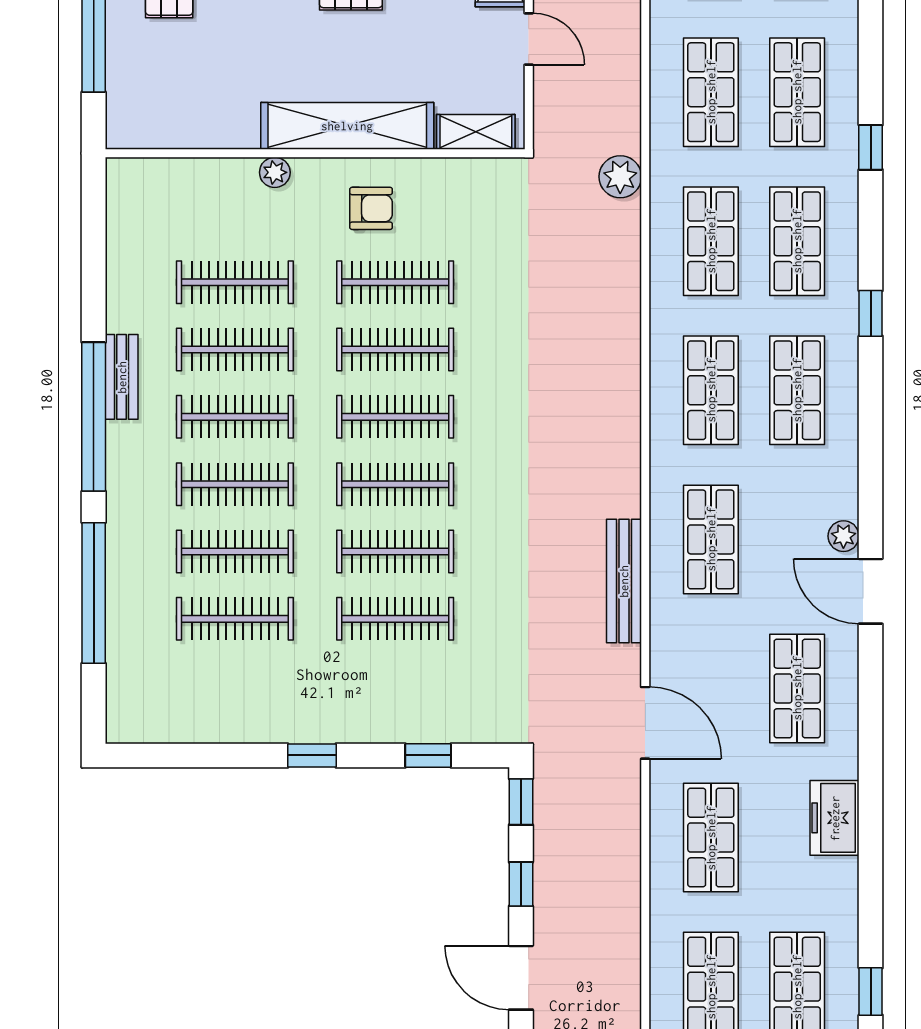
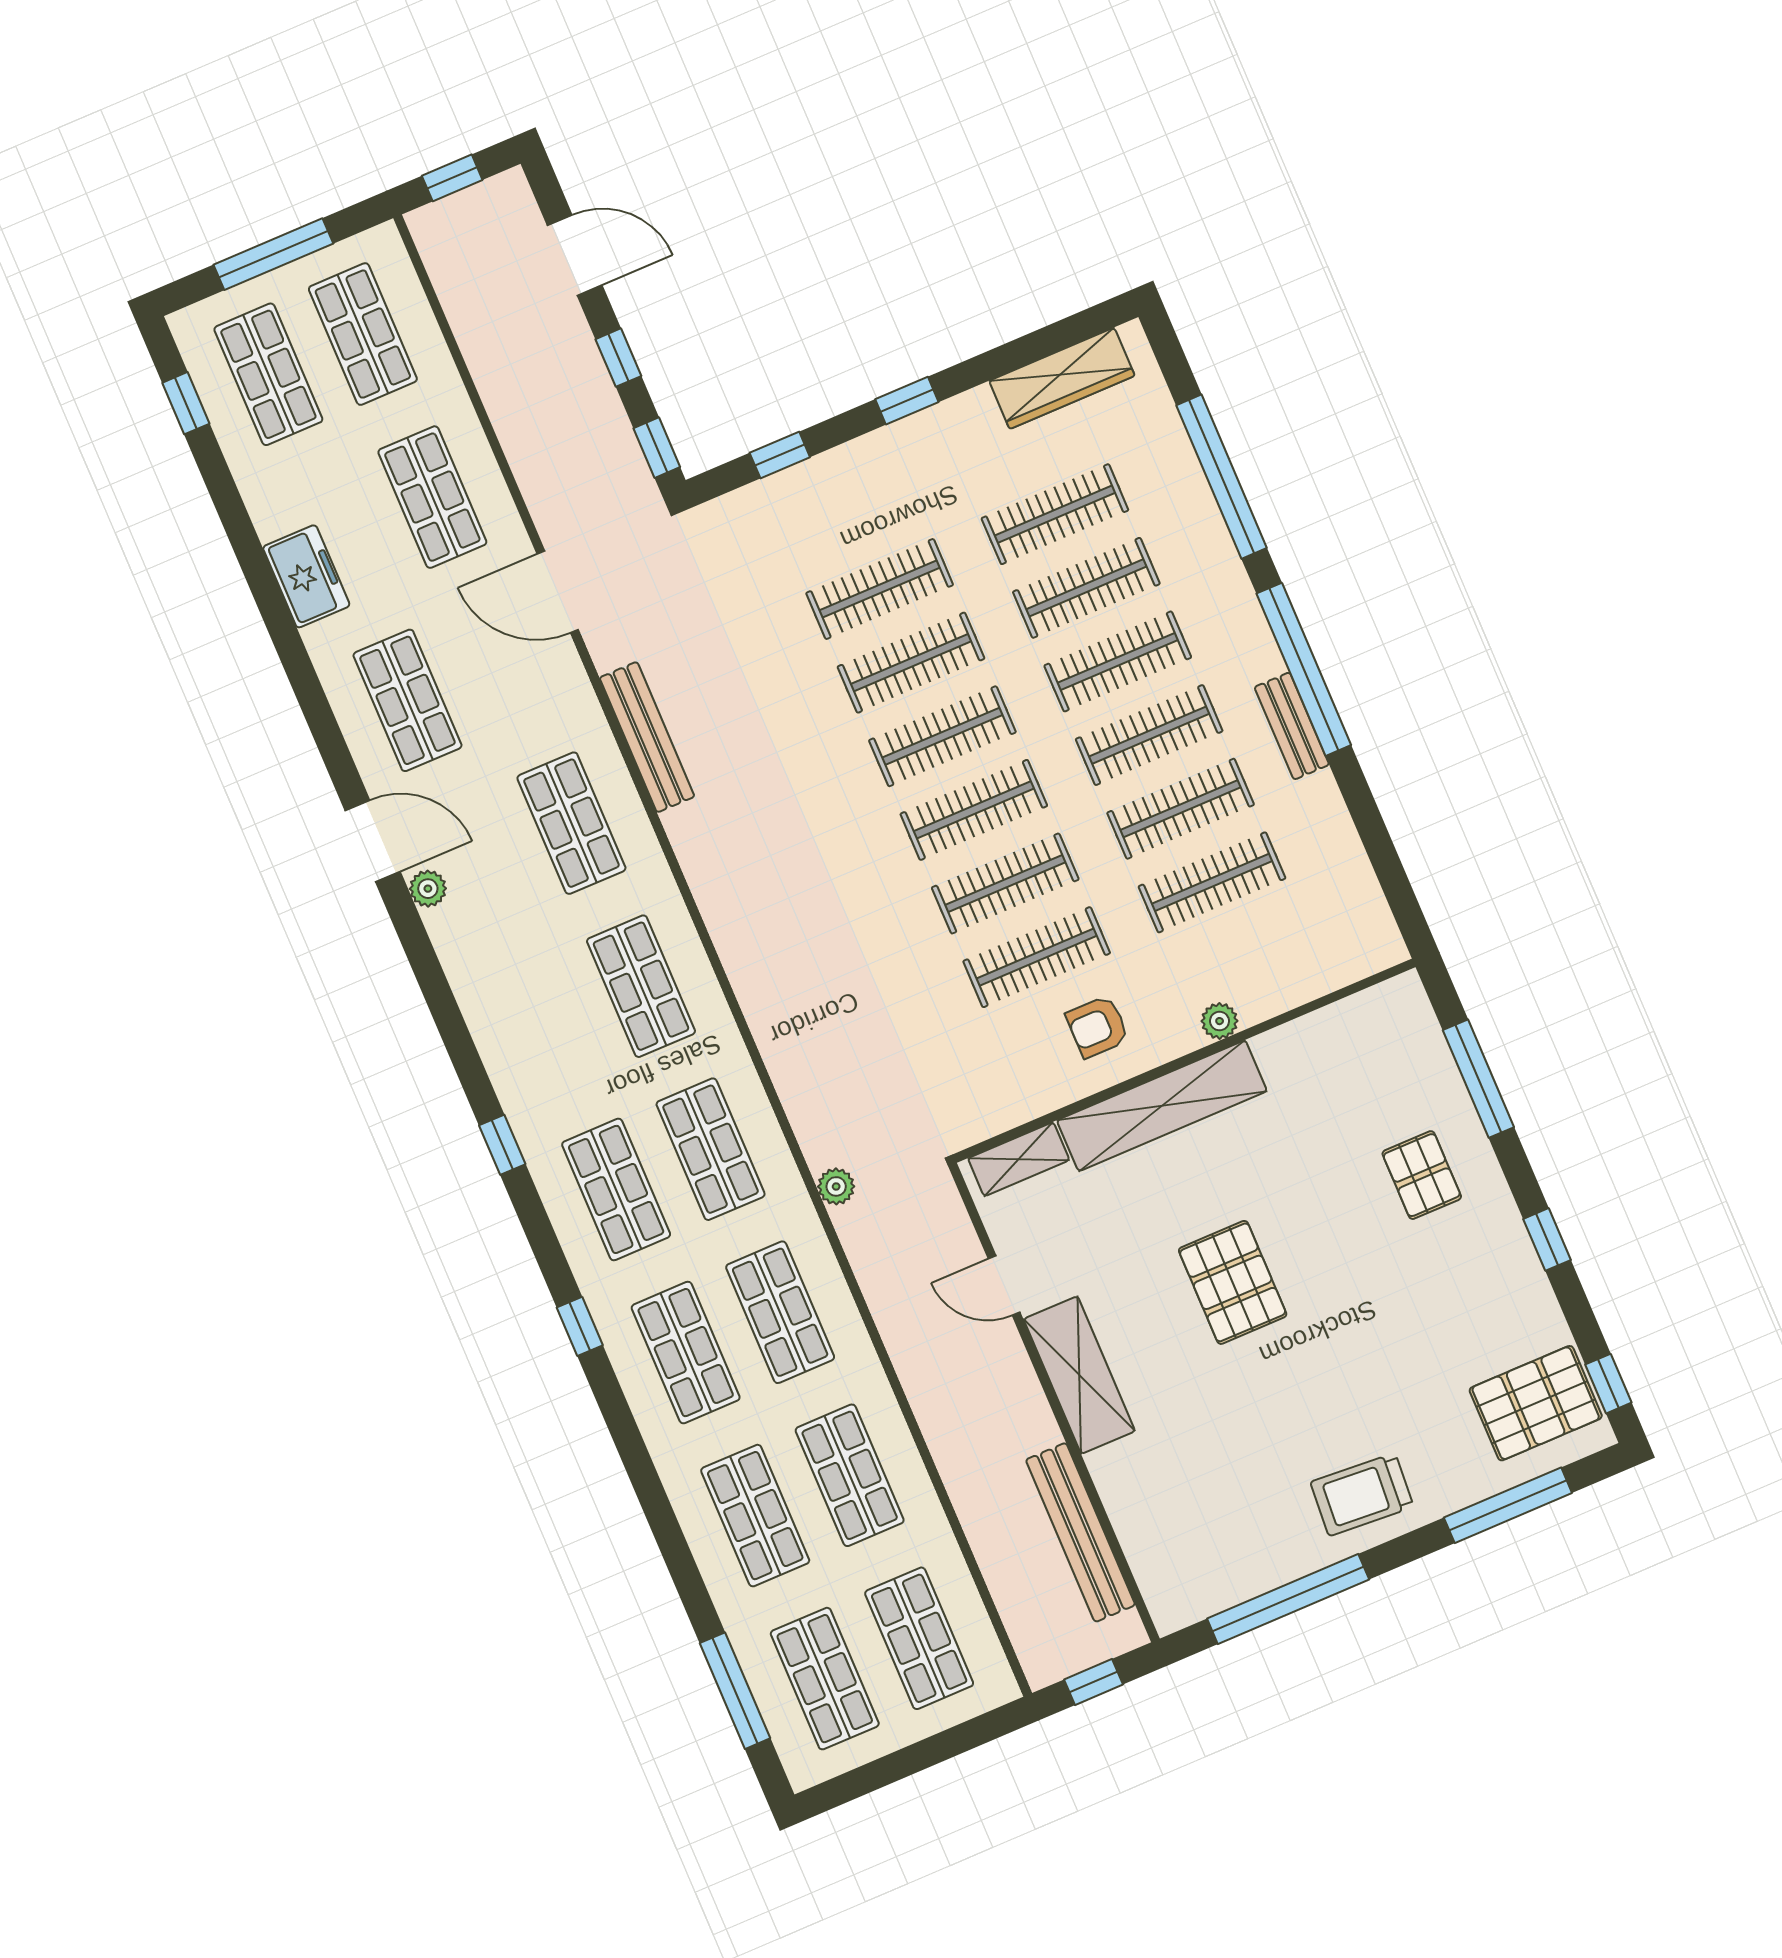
plant: (620, 177) -> (836, 1186), width x0.73, depth x0.73
shop shelf: (797, 390) -> (547, 1026), removed
wardrobe: (185, 722) -> (1062, 378), added

